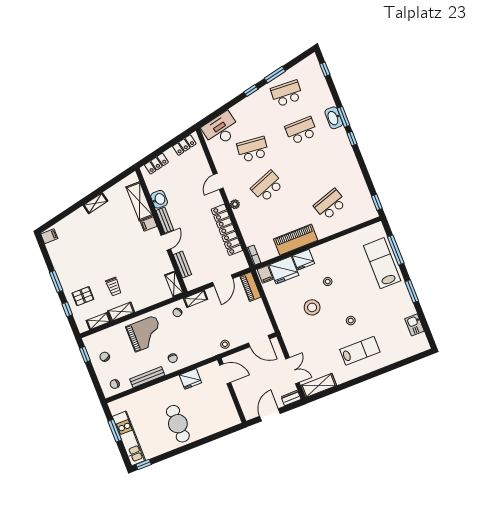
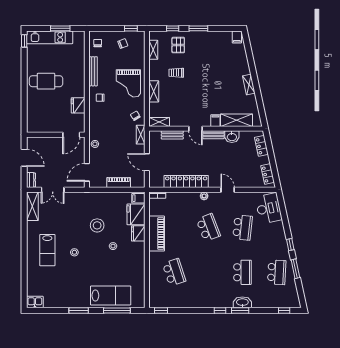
piano: (250, 287) -> (119, 183), moved
shelving: (121, 312) -> (154, 91), moved
kitchen sink: (414, 325) -> (35, 302), moved

